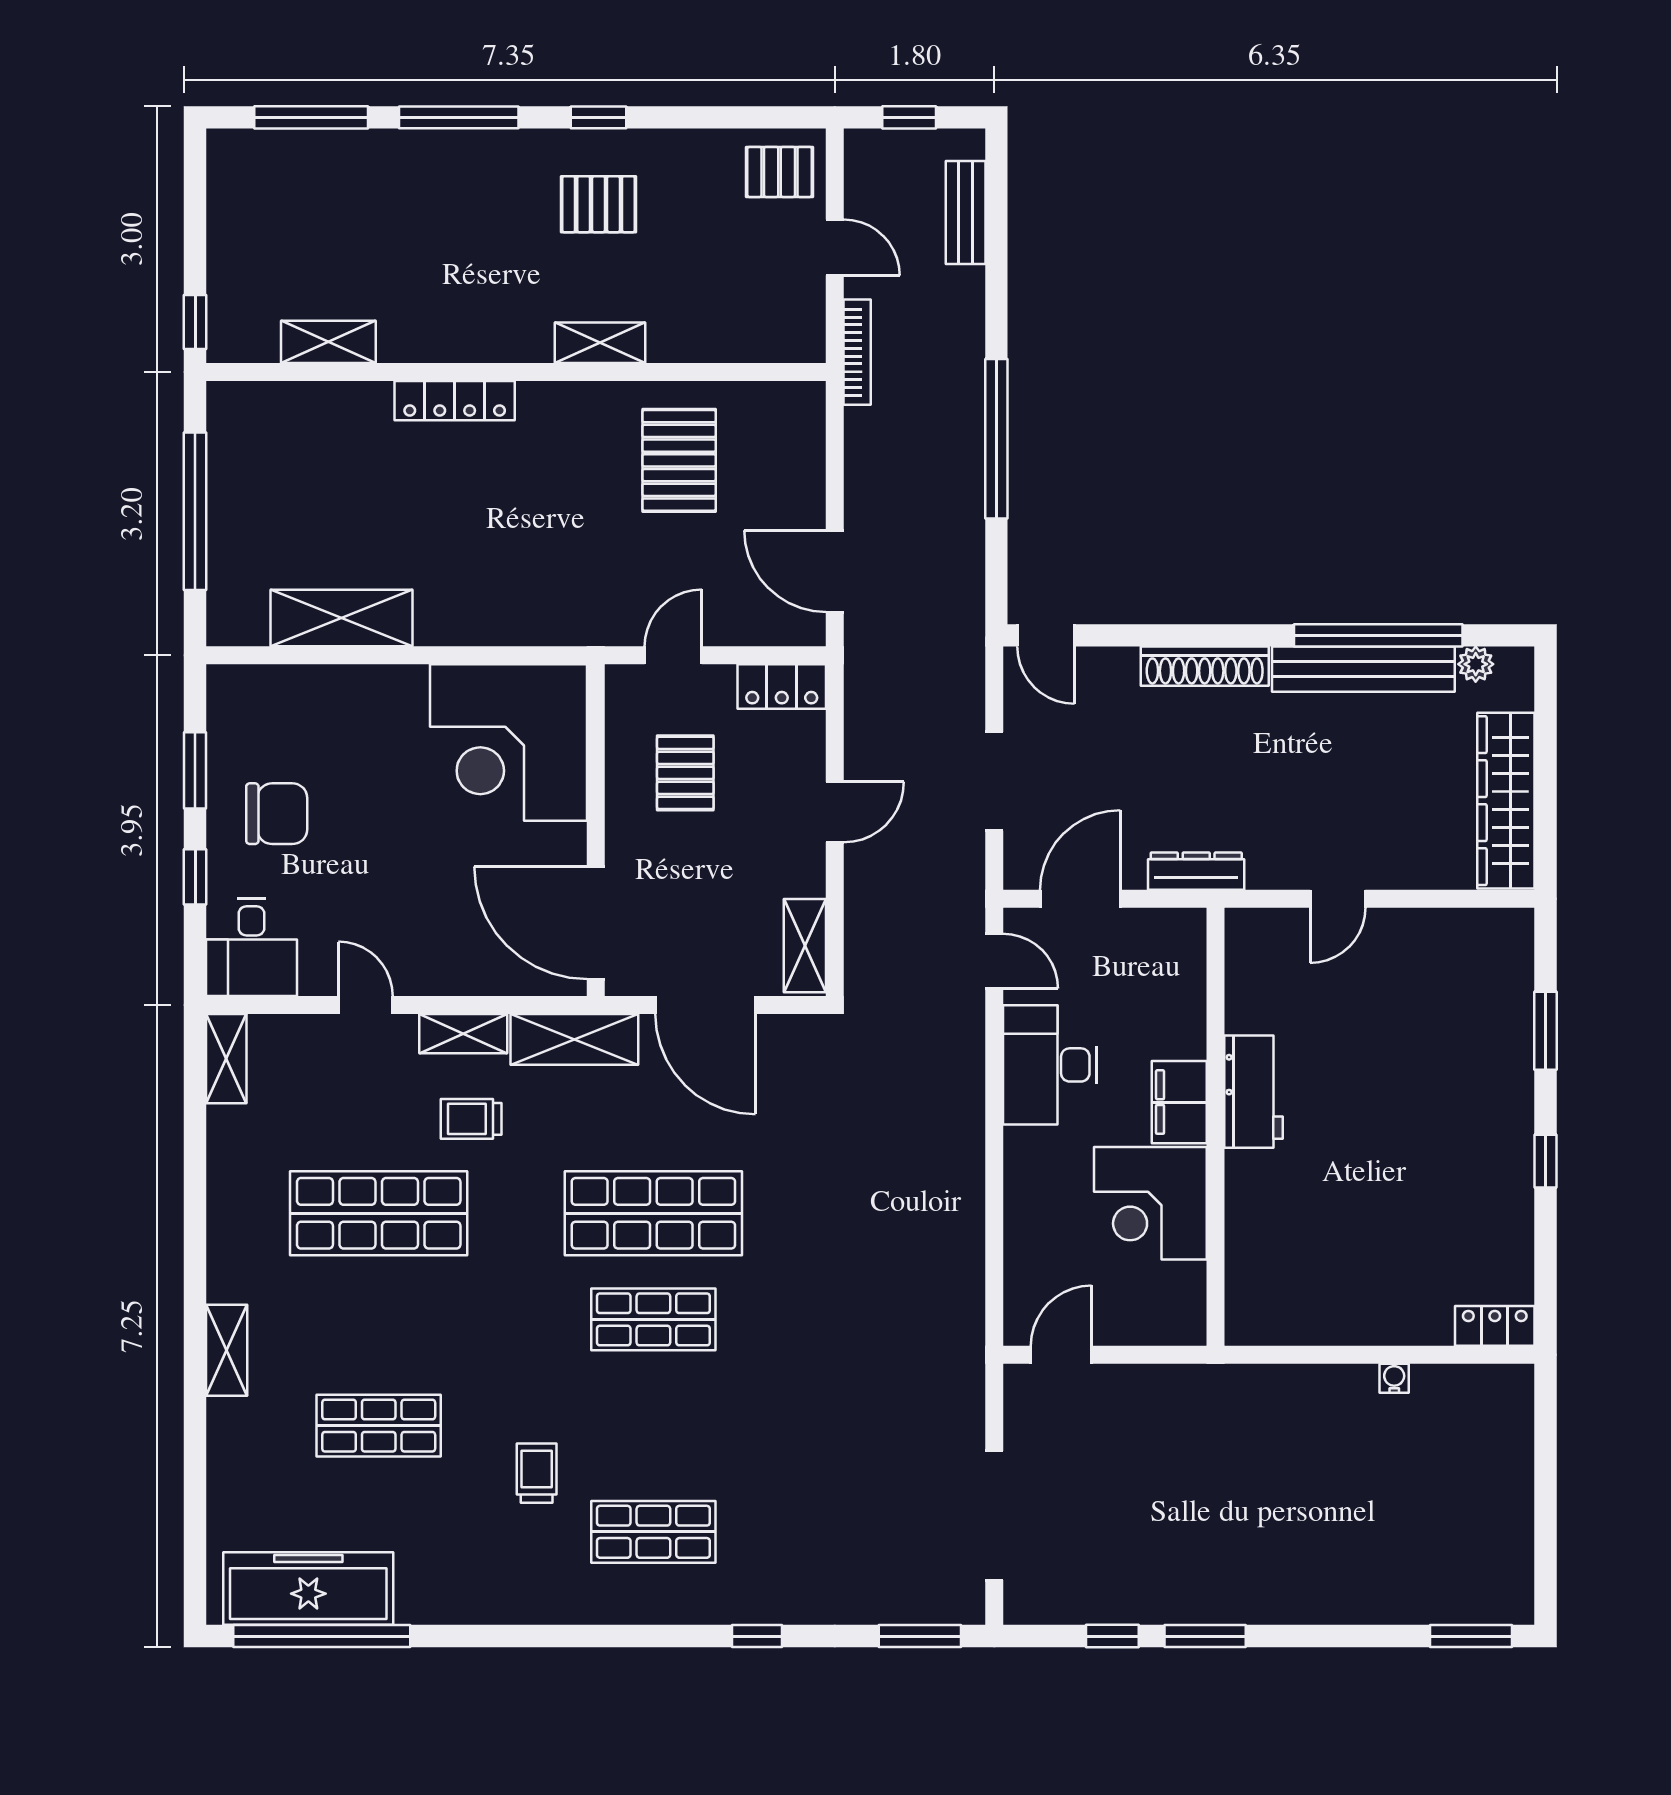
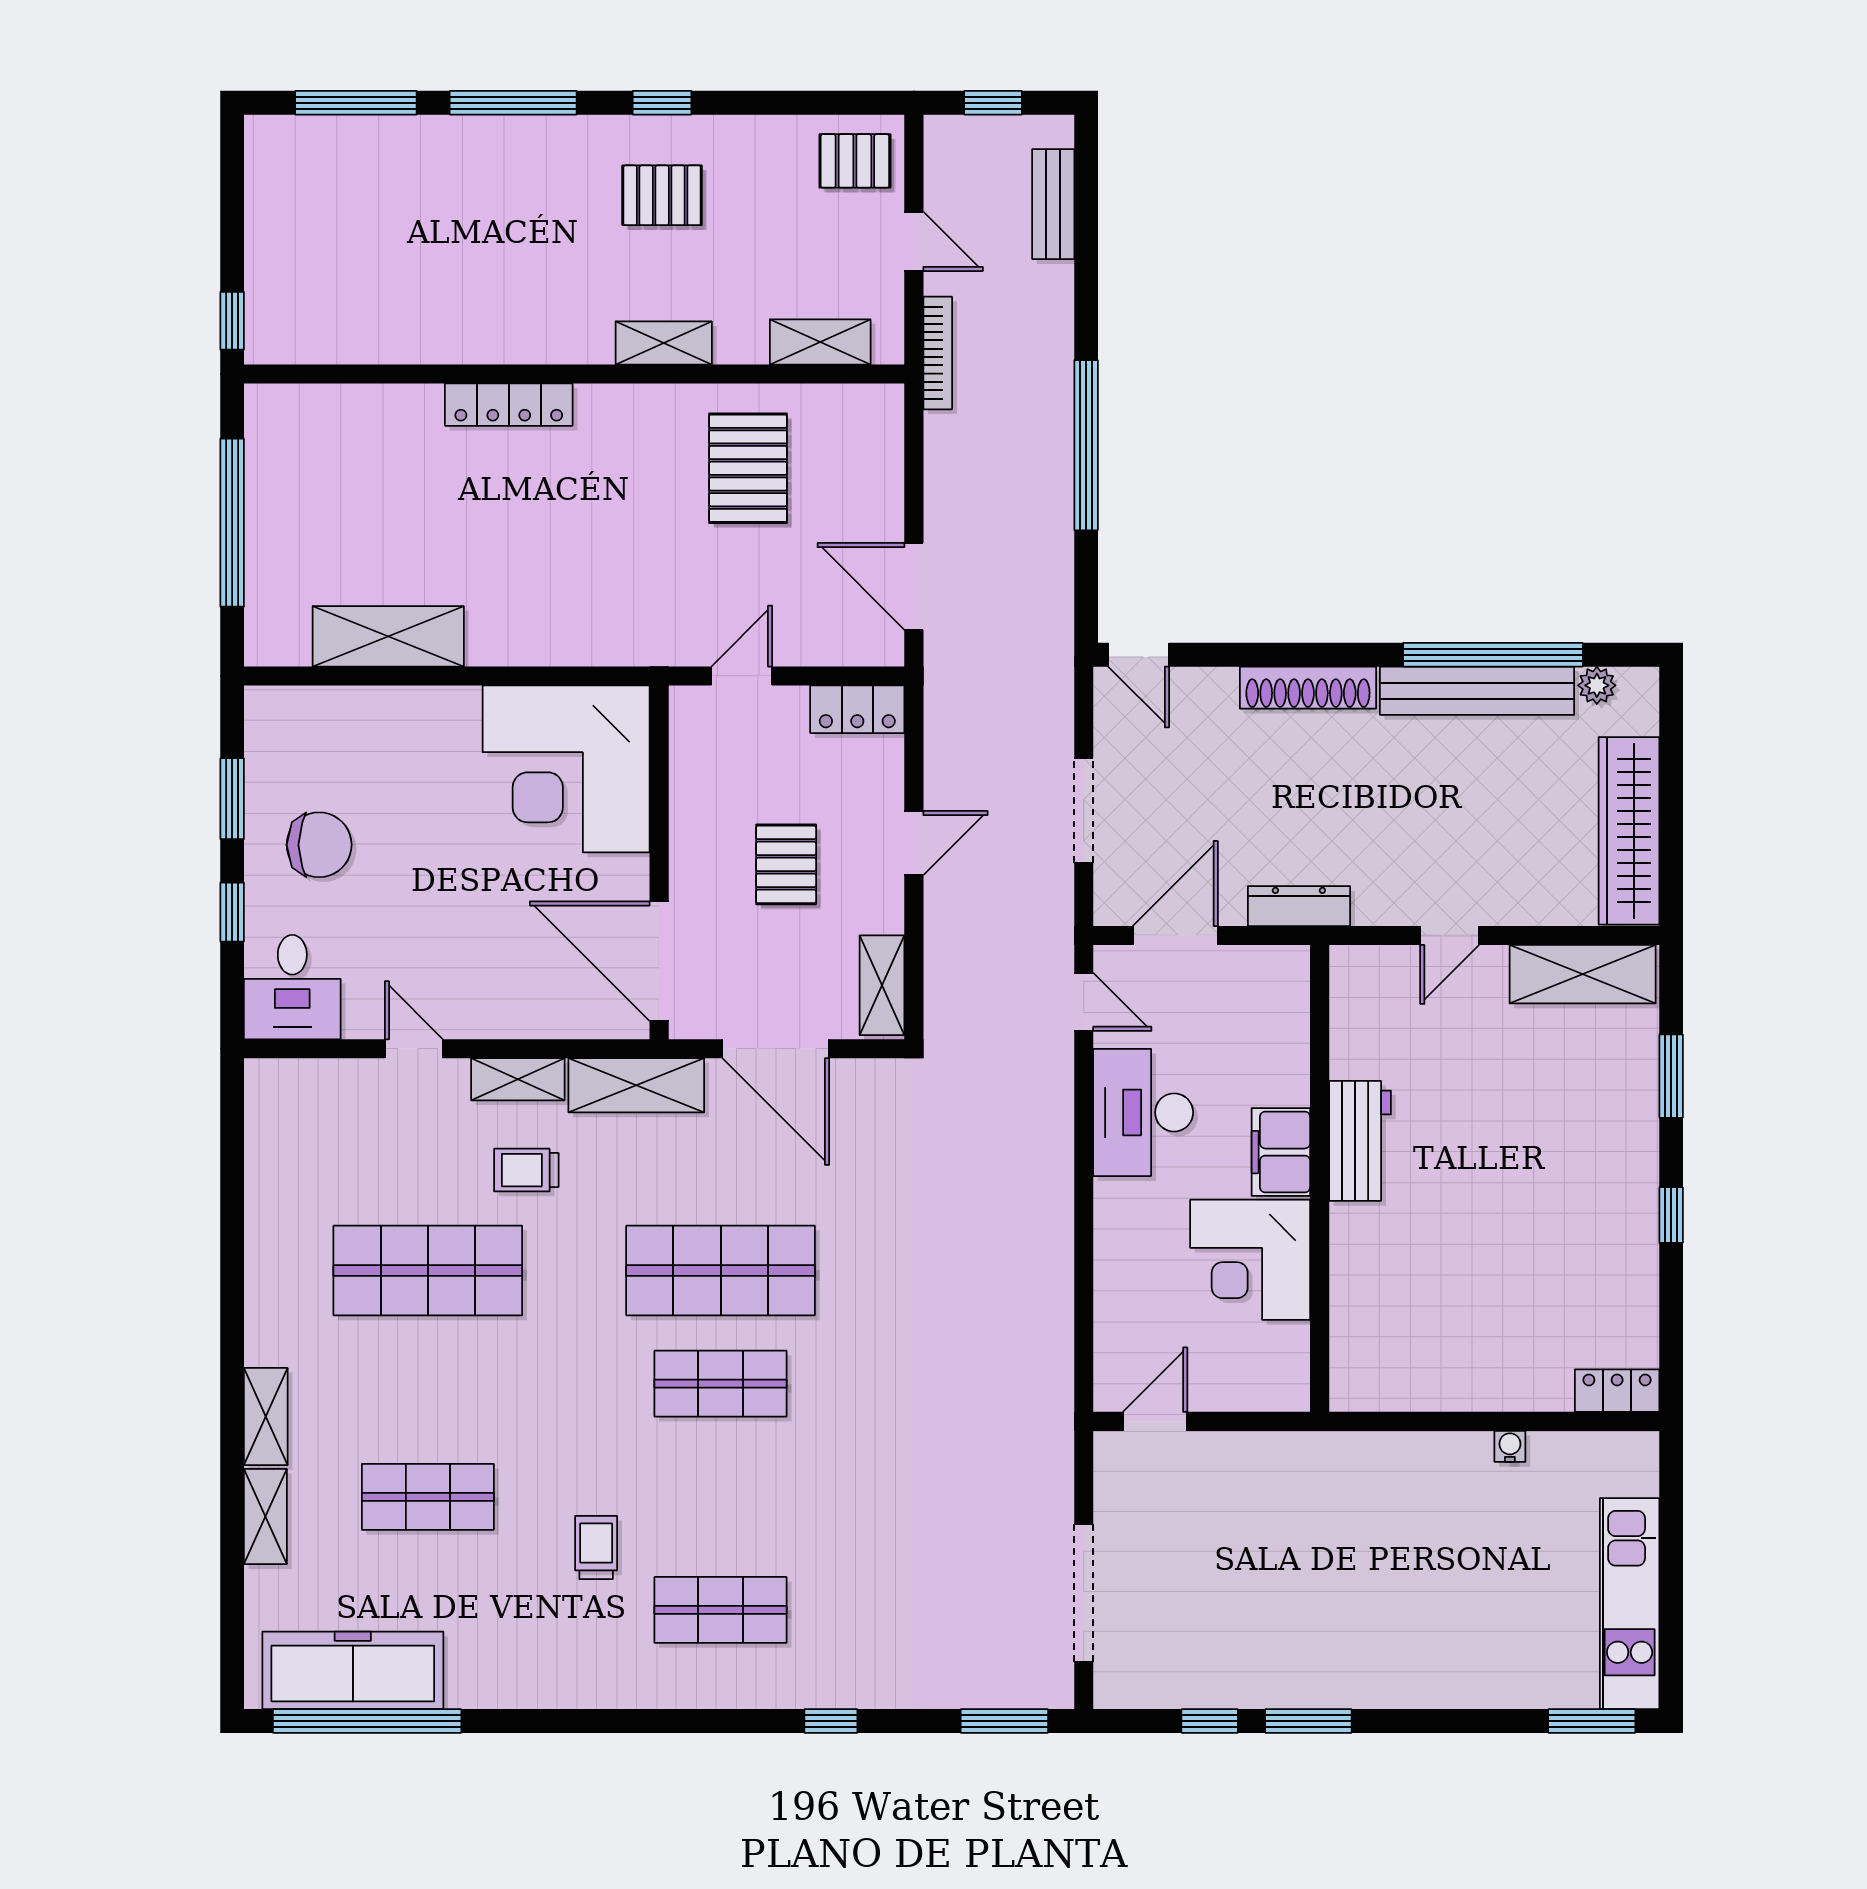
shelving: (328, 342) -> (820, 342), moved
pallet: (685, 773) -> (786, 864), moved
shelving: (1462, 935) -> (1583, 974), added
shelving: (226, 1059) -> (265, 1517), moved
kitchen unit: (1506, 1526) -> (1630, 1604), added

